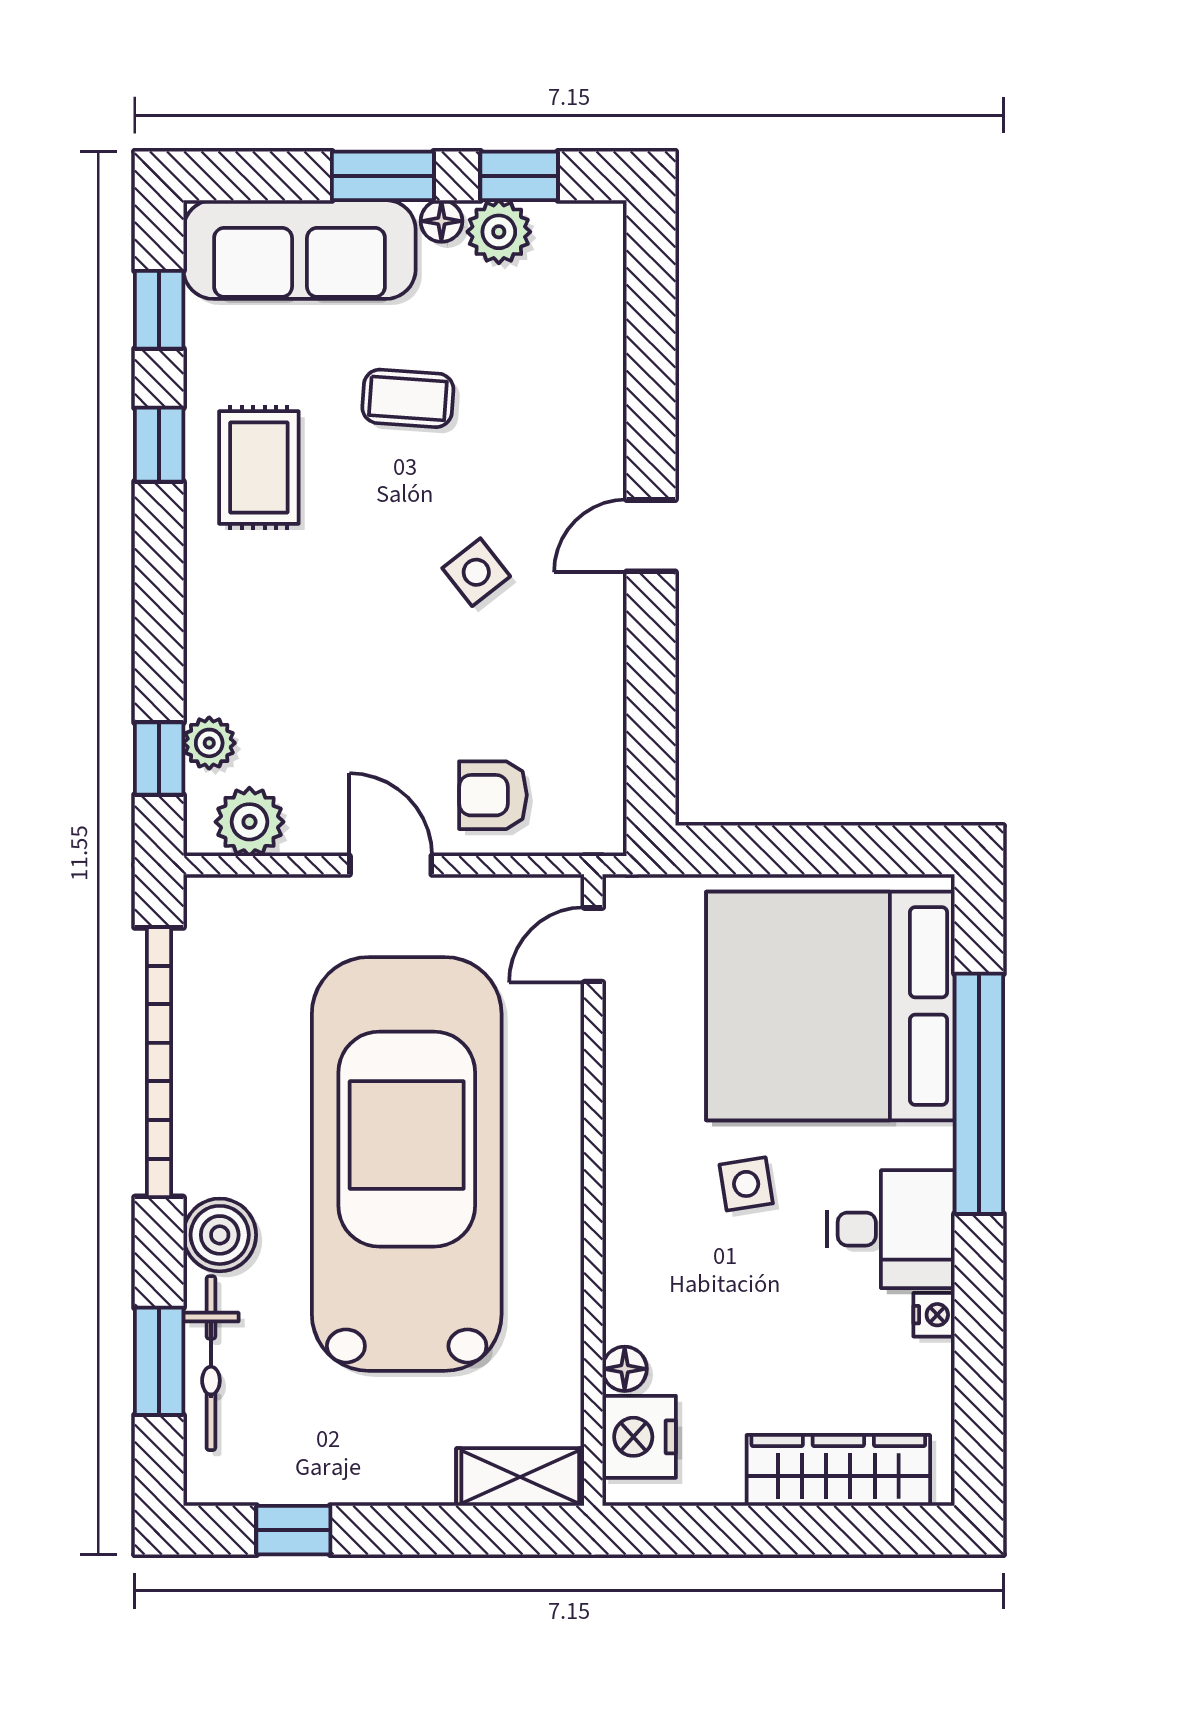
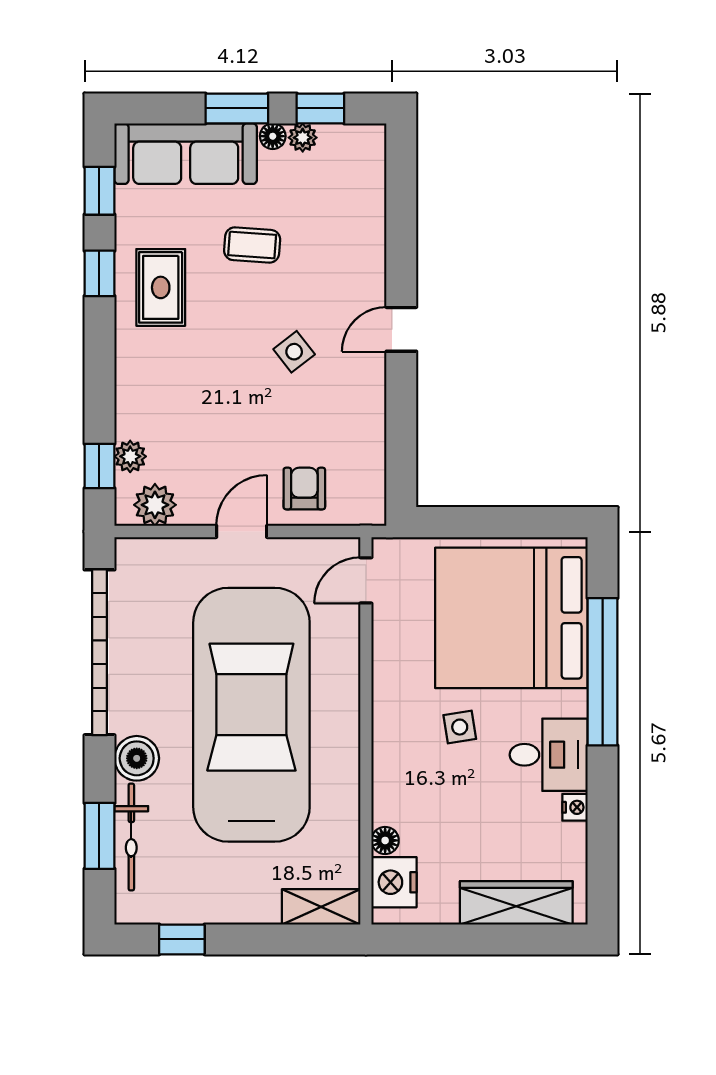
plant: (499, 232) -> (303, 138), width x0.73, depth x0.73
armchair: (493, 795) -> (304, 489), turned 90
door: (391, 865) -> (242, 531), hinge flipped

